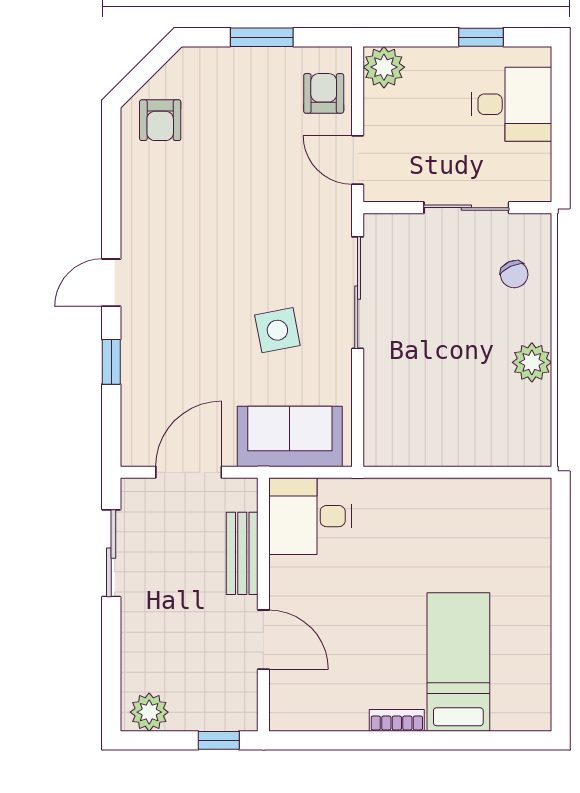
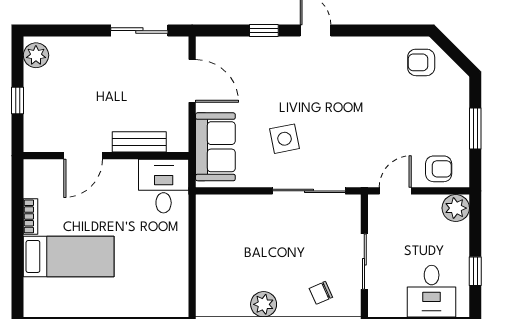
desk: (310, 516) -> (164, 186), moved
bench: (242, 553) -> (139, 142), moved
wall: (263, 604) -> (106, 156), moved
door: (263, 640) -> (83, 156), moved

